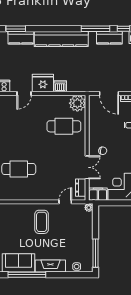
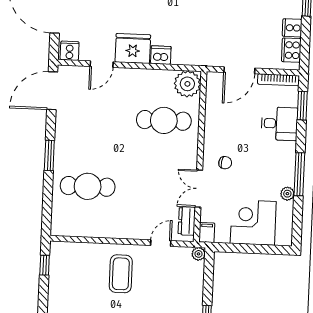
door: (109, 93) -> (239, 70), hinge flipped
double door: (87, 167) -> (199, 189), swing flipped
filing cabinet: (98, 194) -> (207, 232), width x0.50

